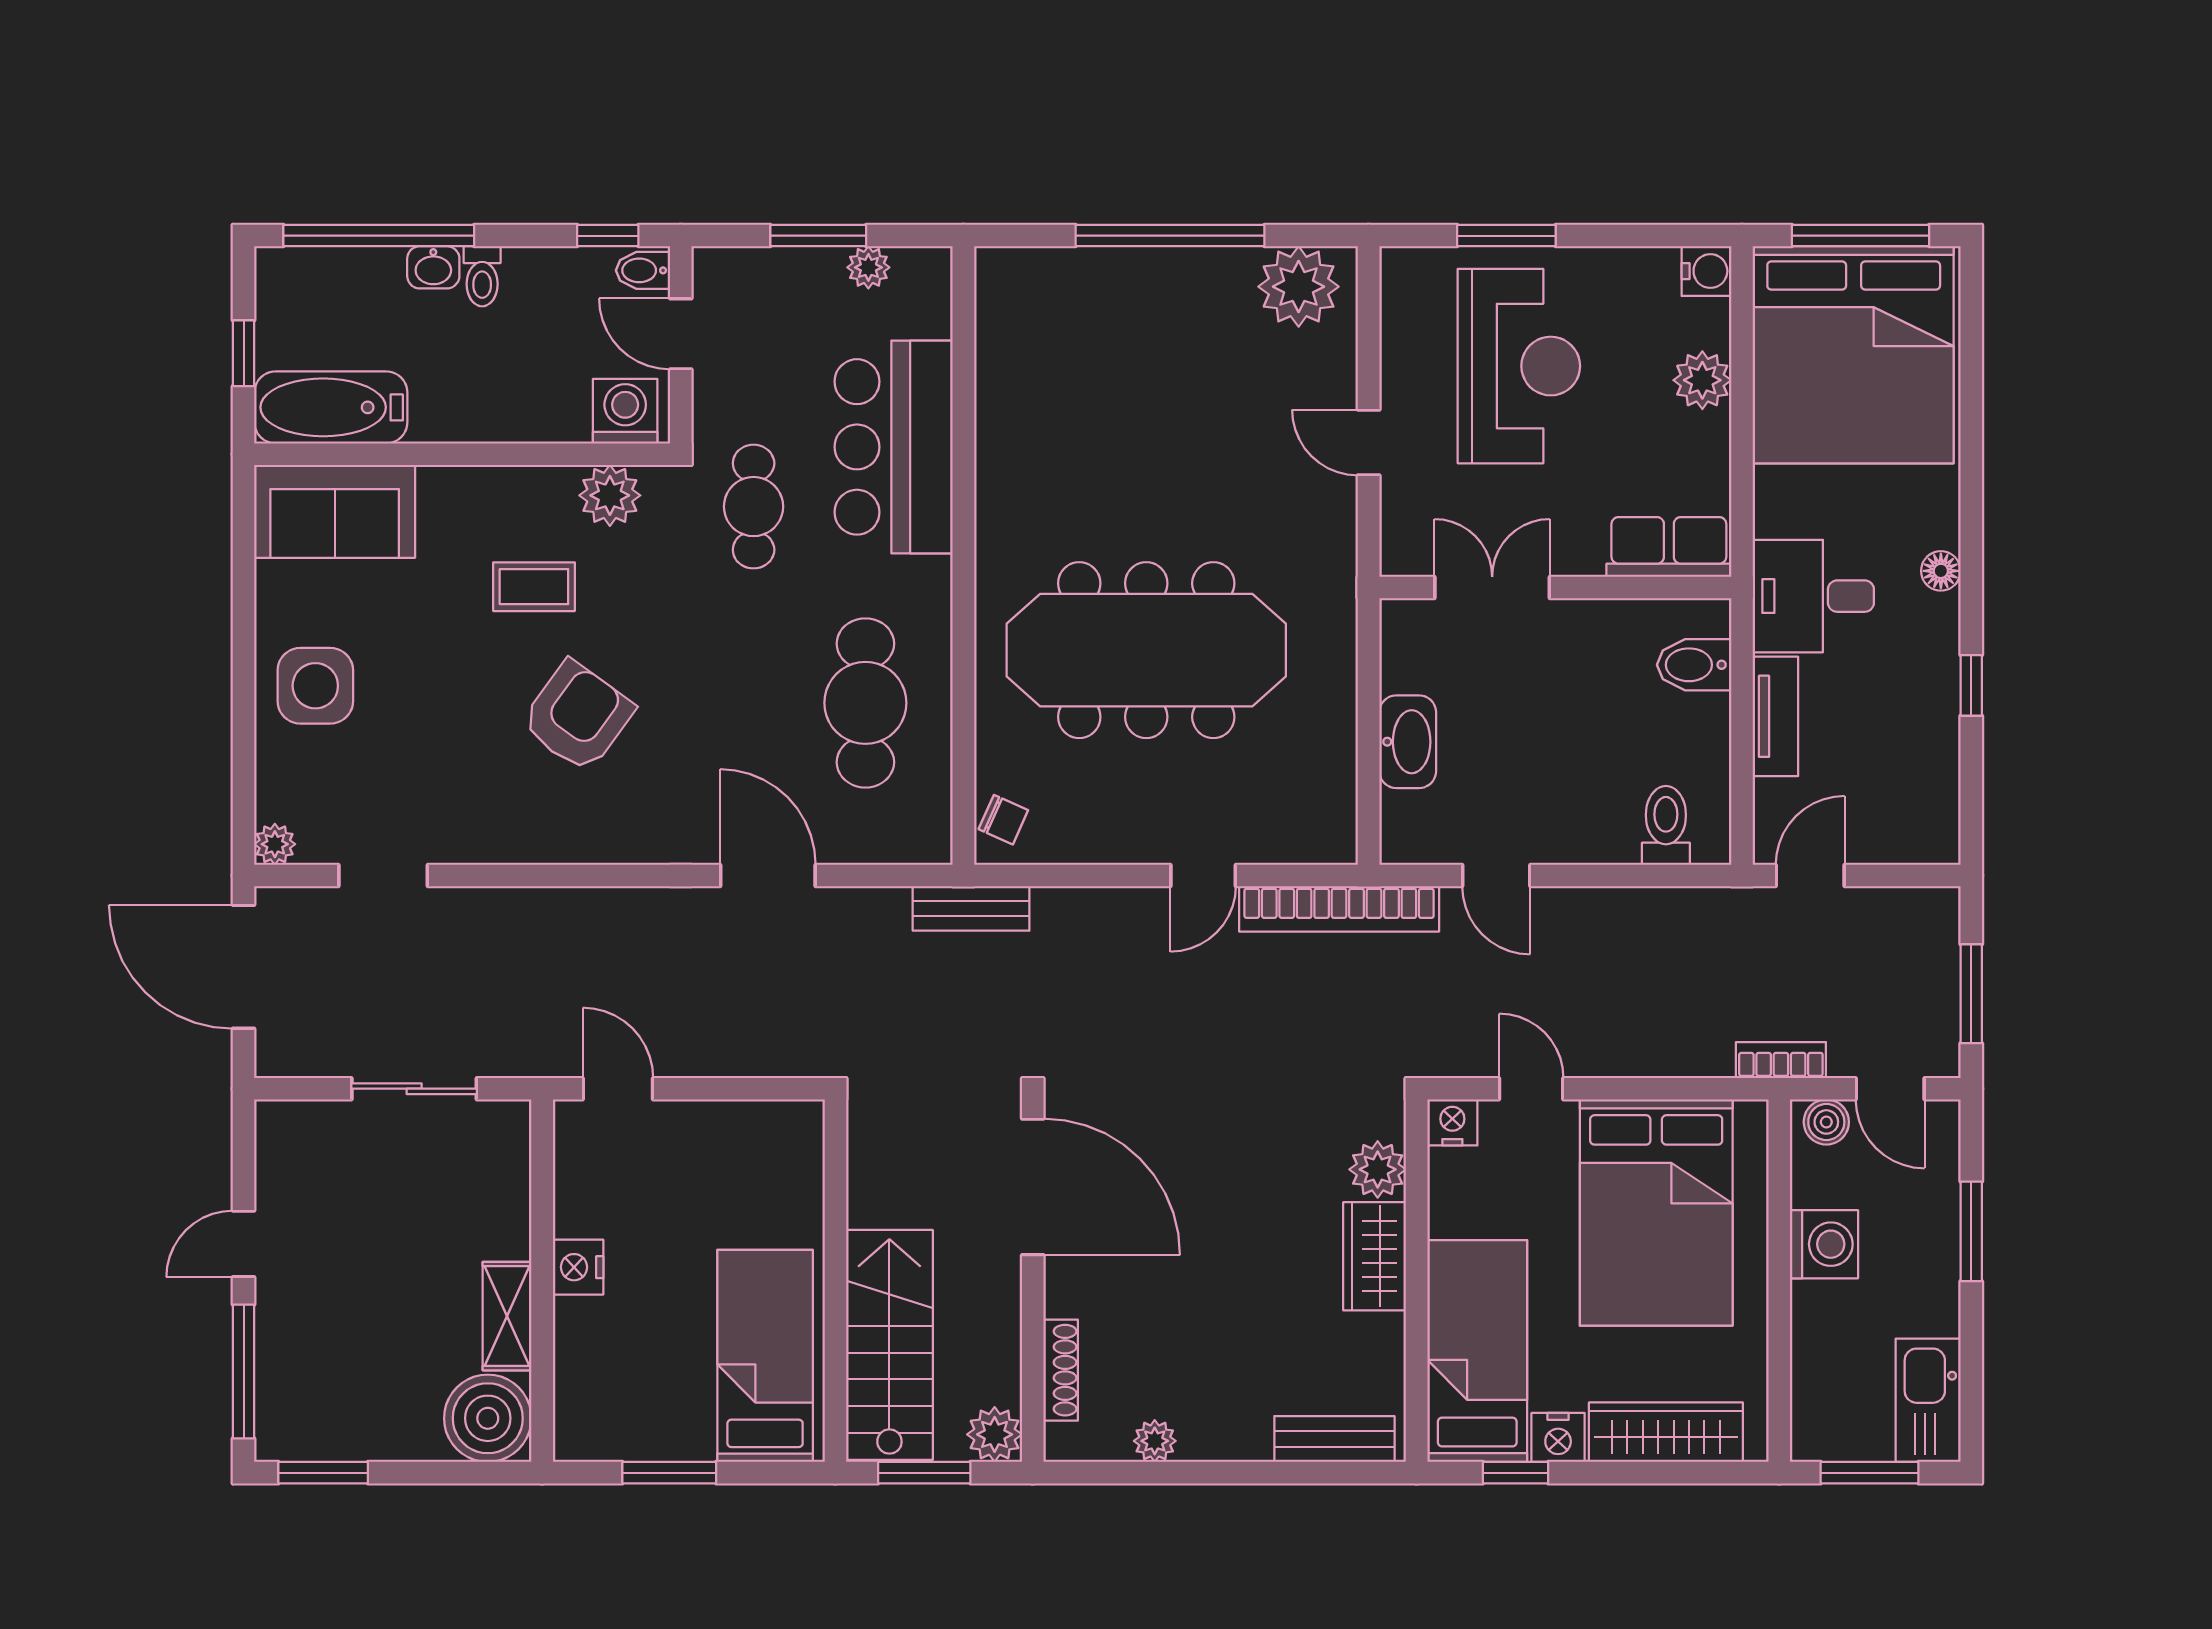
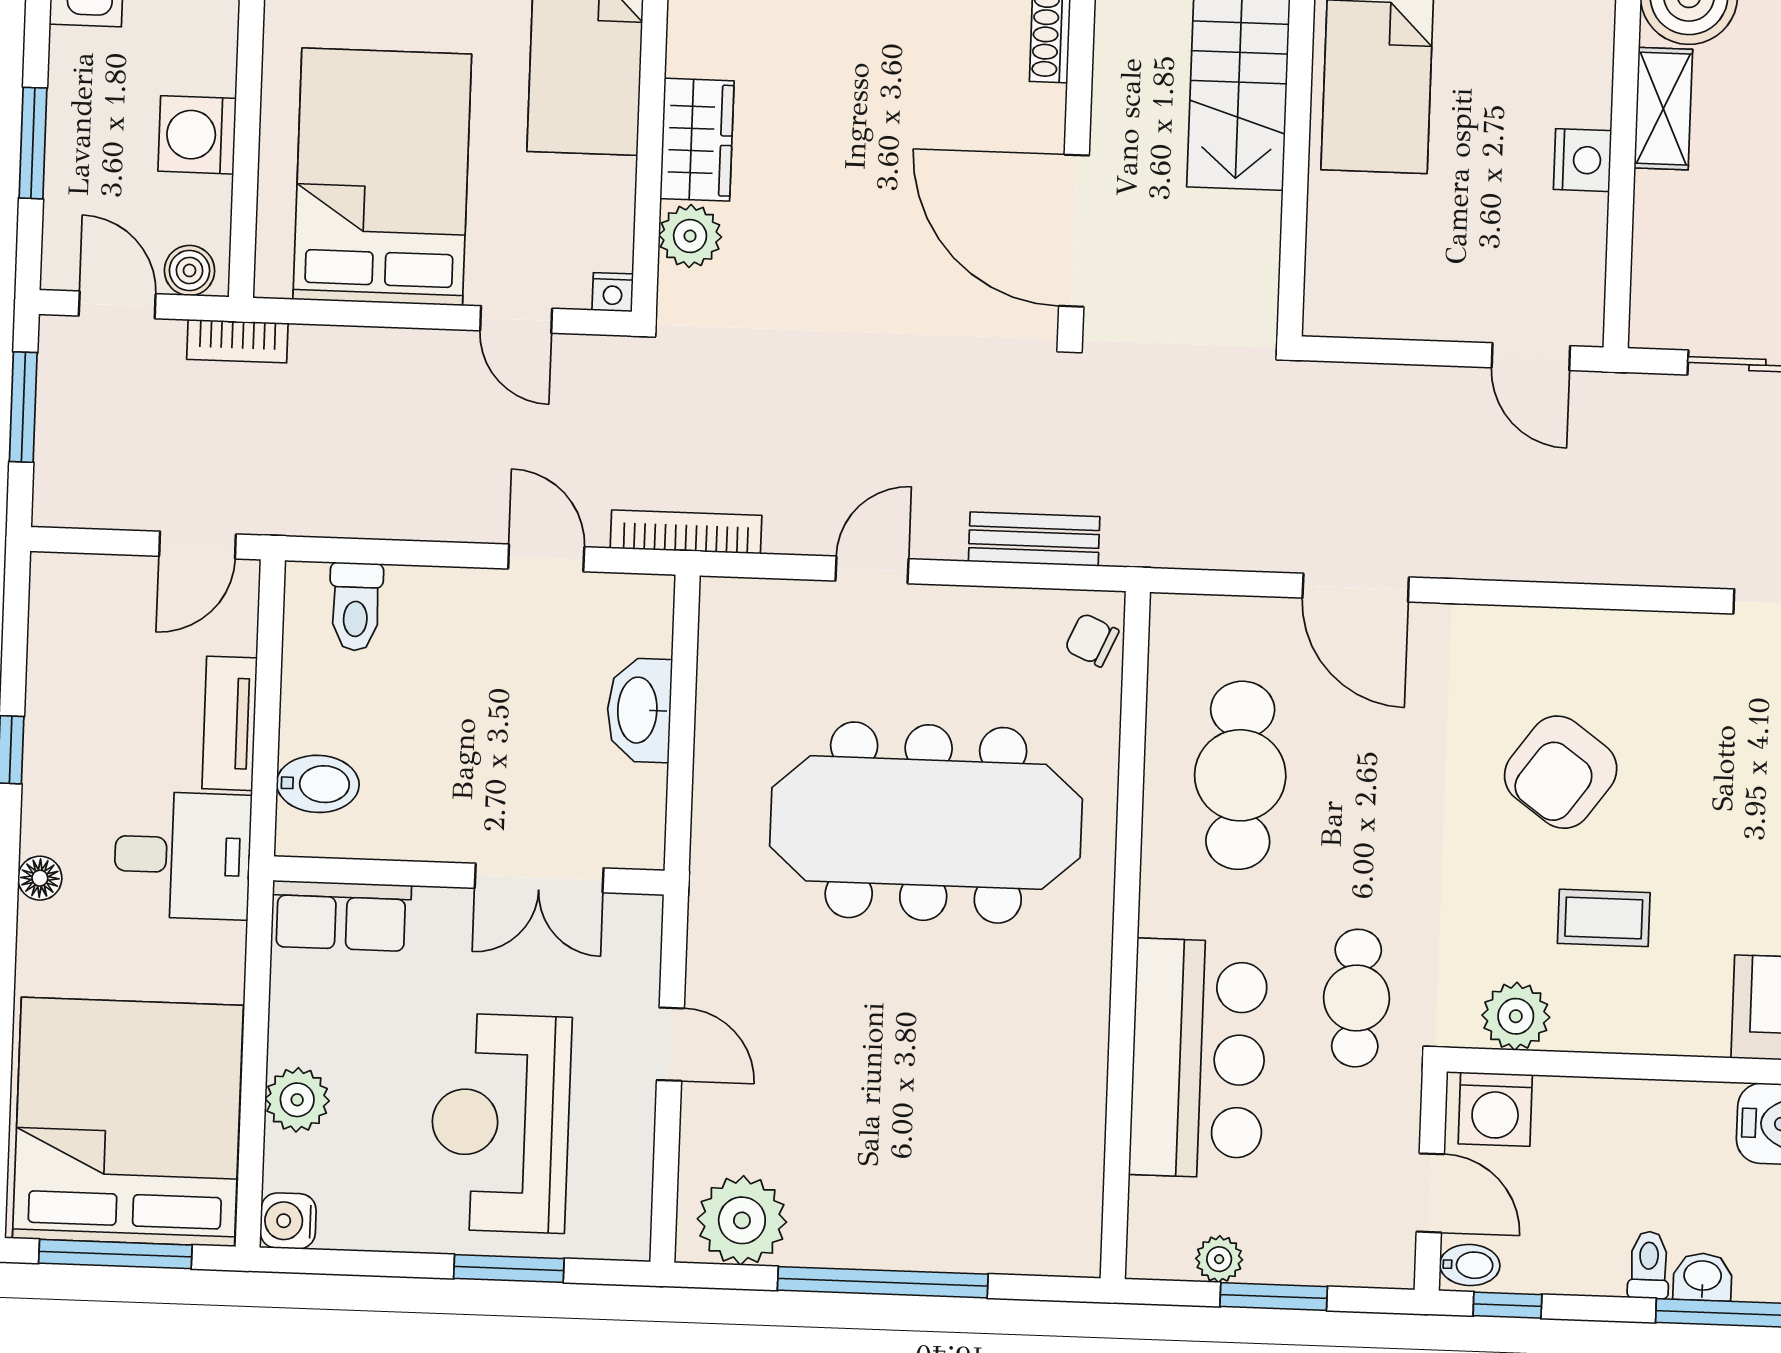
bench: (971, 908) -> (1034, 539), moved
bookcase: (1339, 909) -> (686, 532), width x0.68, depth x0.76
nightstand: (1452, 1122) -> (613, 292), width x0.72, depth x0.74

